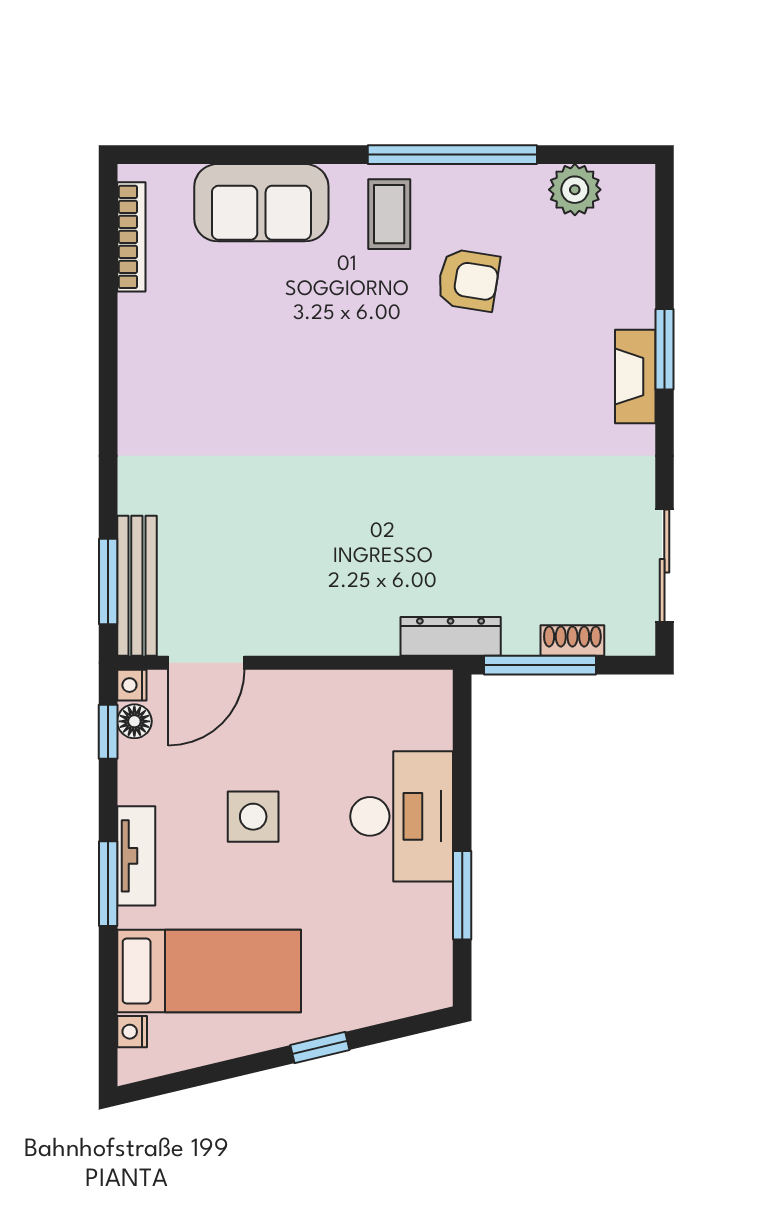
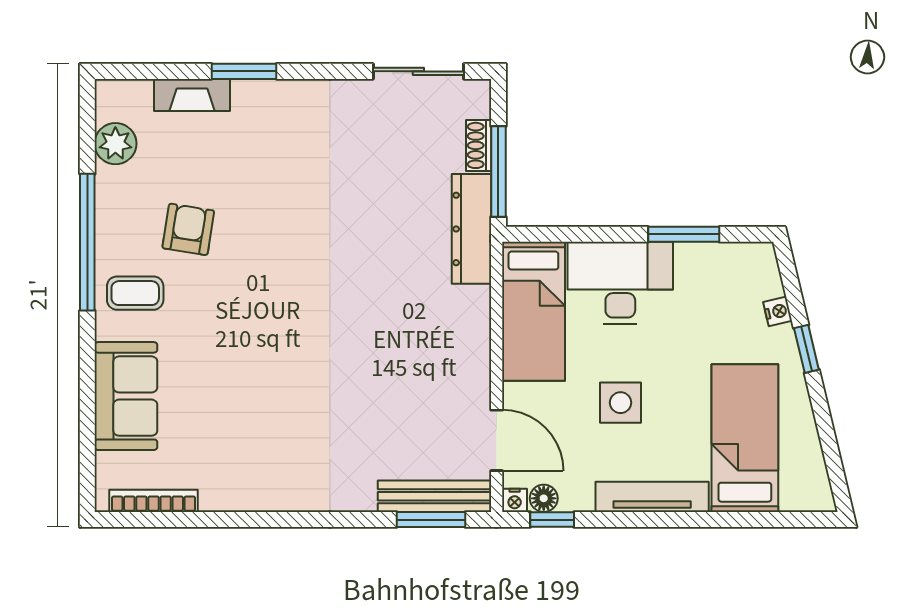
fireplace: (635, 377) -> (192, 95), moved
dresser: (451, 636) -> (471, 229), width x1.37, depth x1.24
bed: (367, 709) -> (533, 311), added
tv unit: (136, 856) -> (652, 497), width x1.41
window: (108, 884) -> (674, 520), removed
nightstand: (132, 1032) -> (778, 311), moved, turned -103

